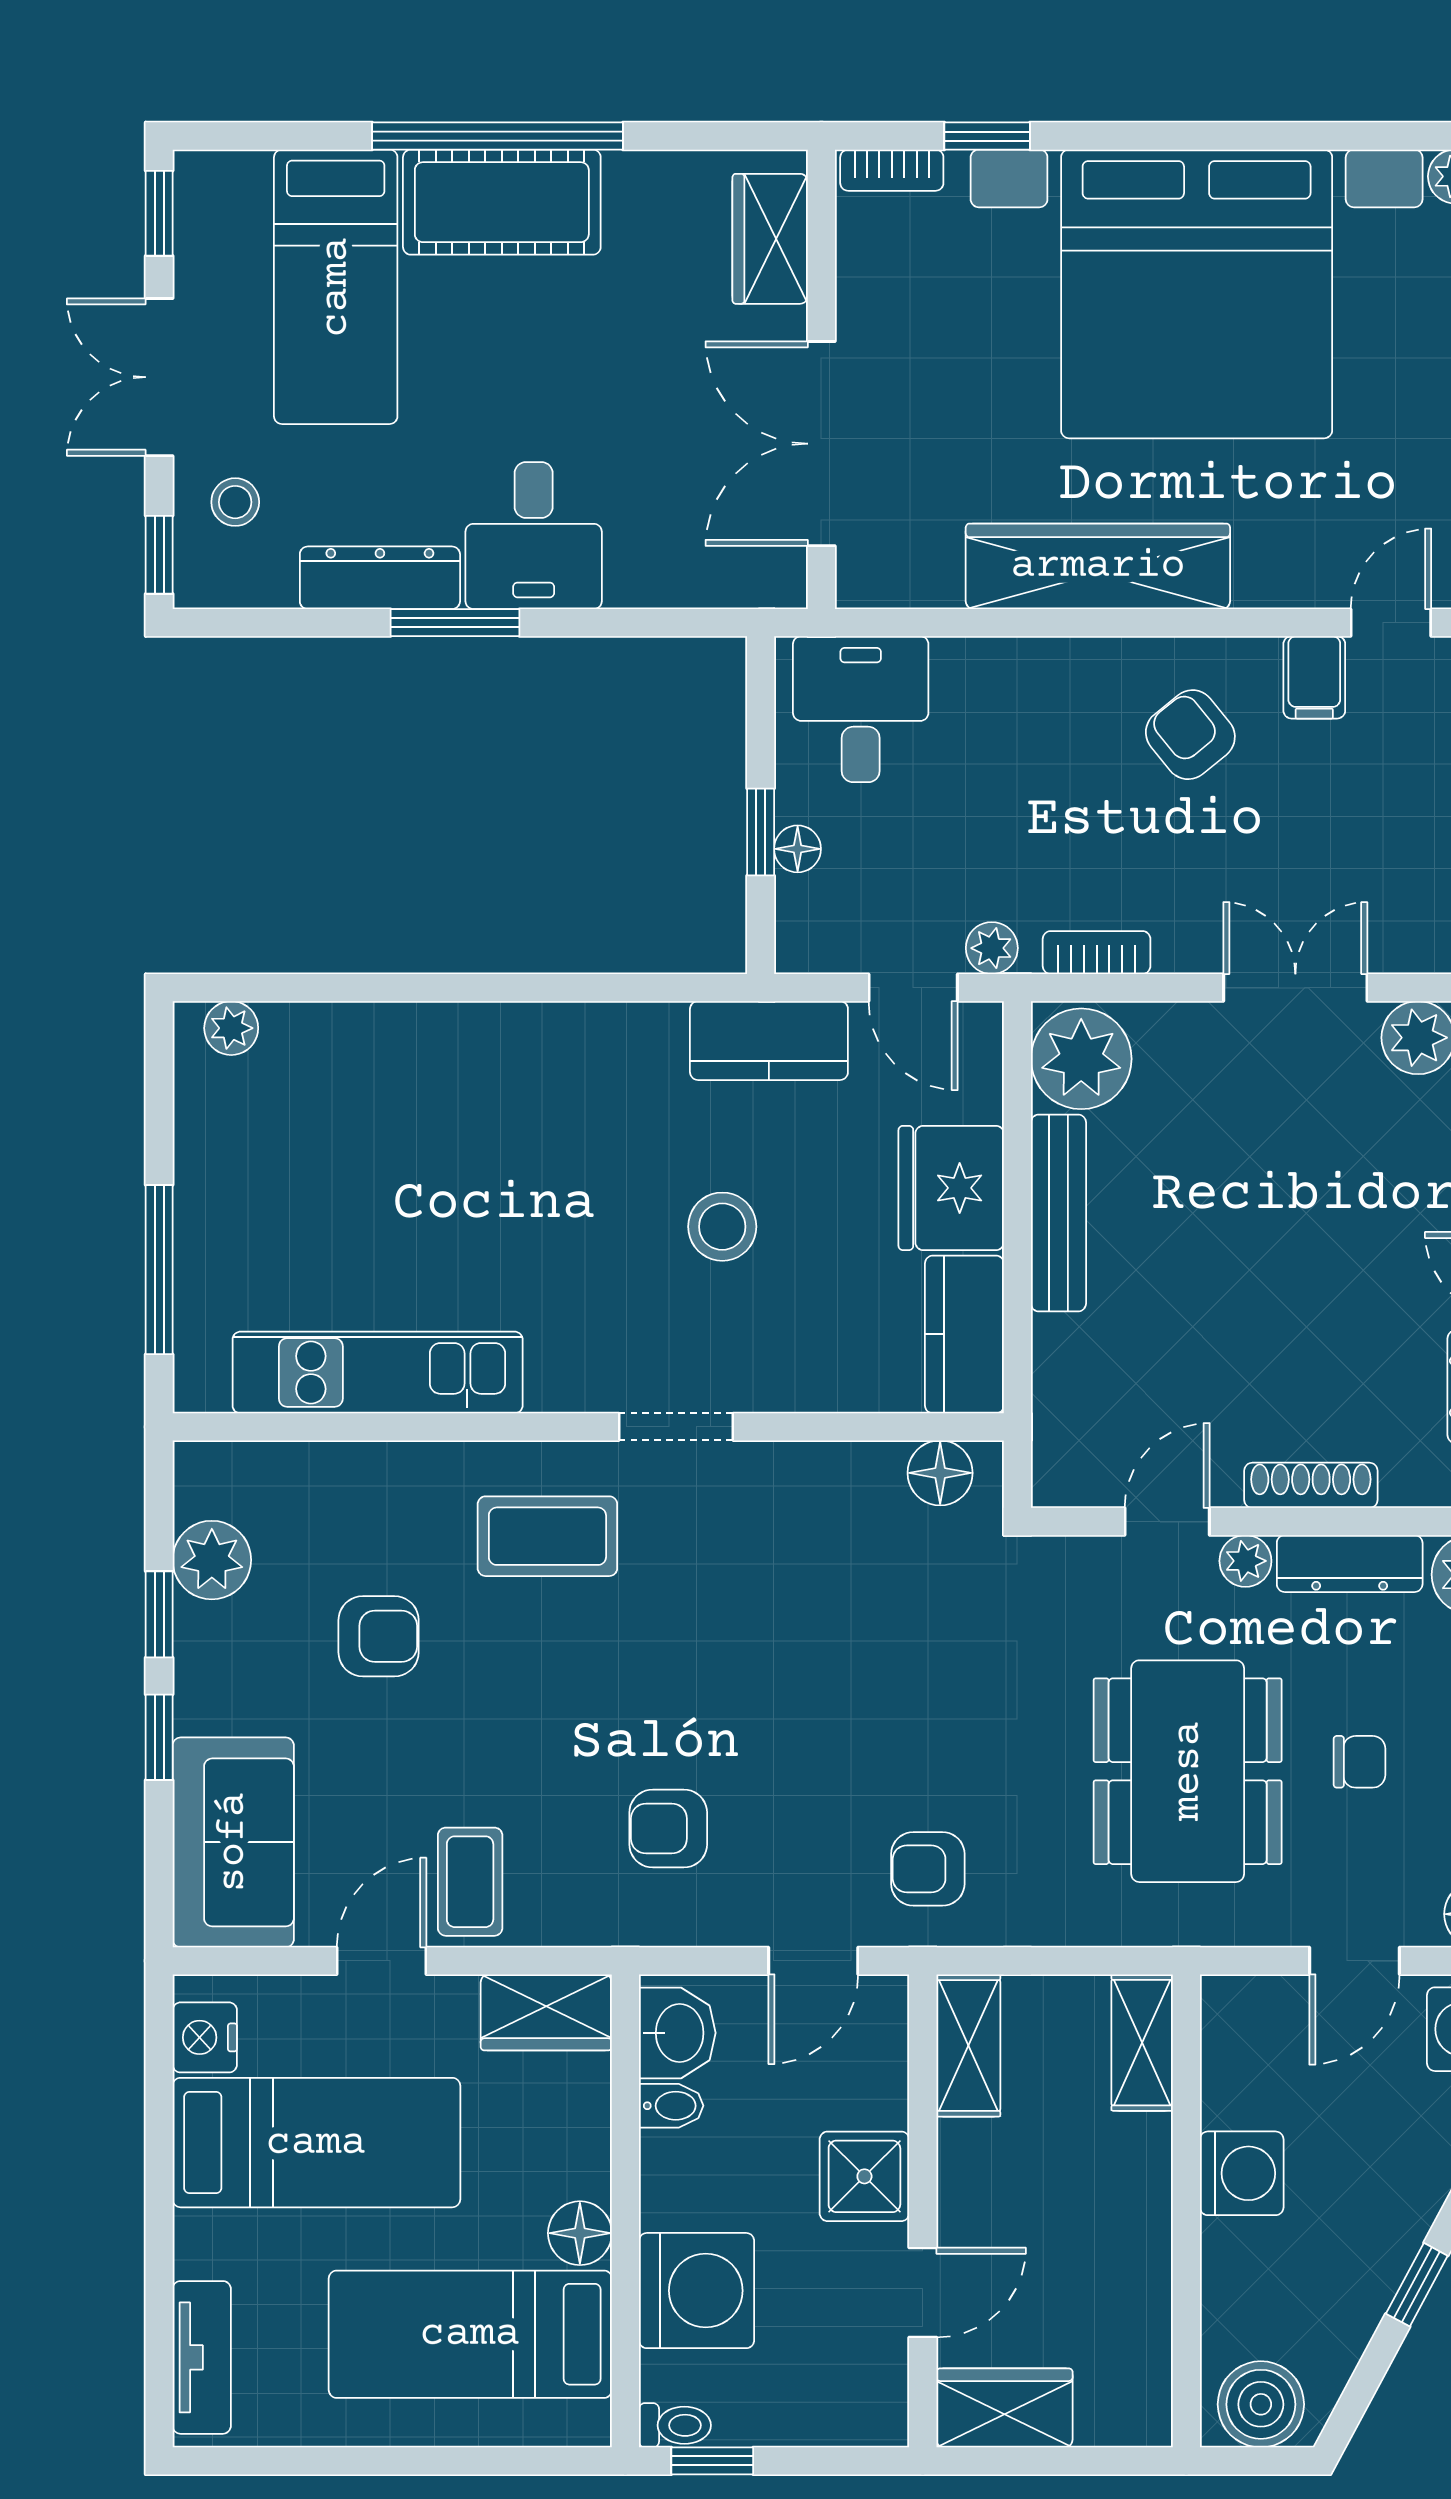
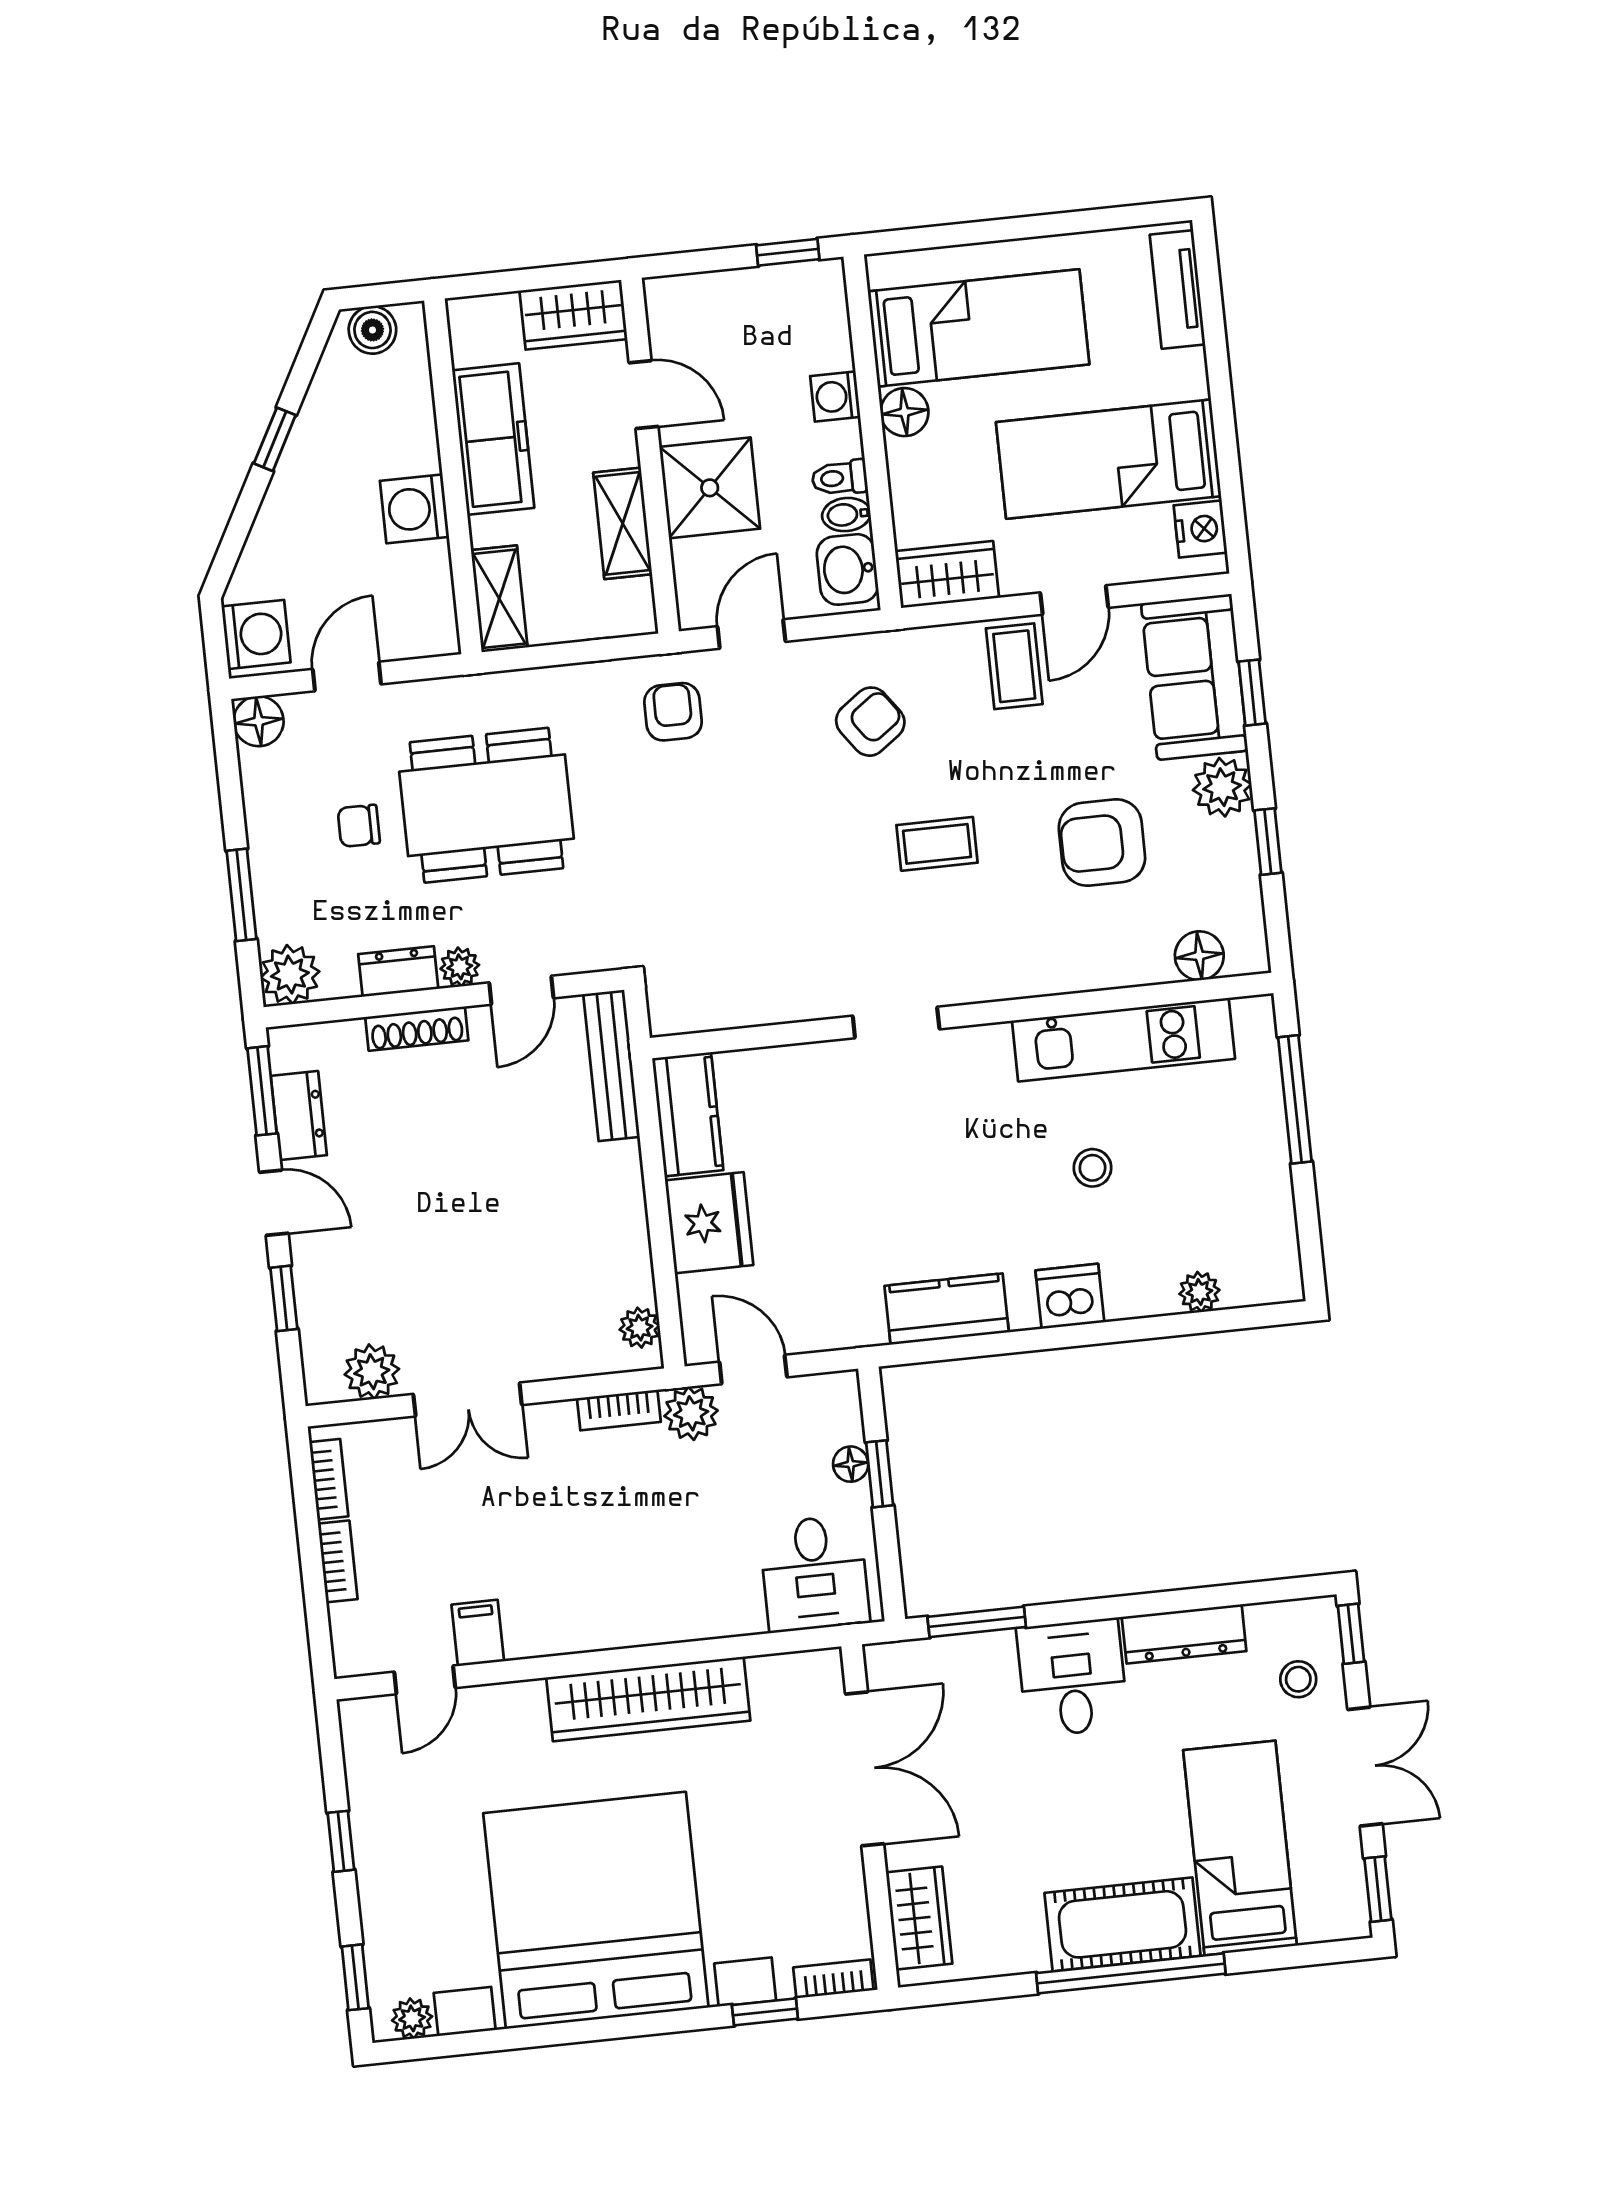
window: (455, 623) -> (977, 1622), moved
armchair: (1190, 735) -> (566, 1580), removed
plant: (992, 948) -> (691, 1413), width x1.38, depth x1.38
plant: (231, 1028) -> (1199, 1292), moved
dishwasher: (484, 1040) -> (1070, 1296), added
kitchen counter: (769, 1041) -> (947, 1309), moved
plant: (1081, 1059) -> (640, 1328), width x0.53, depth x0.53
bench: (1058, 1213) -> (611, 1065), moved
stool: (722, 1227) -> (1092, 1168), moved, width x0.73, depth x0.73
floor lamp: (940, 1473) -> (1199, 956), moved
coffee table: (547, 1536) -> (937, 844), moved, width x0.73, depth x0.77
plant: (212, 1560) -> (1222, 787), moved
dresser: (1350, 1564) -> (398, 971), width x0.70
armchair: (379, 1636) -> (1102, 843), width x1.38, depth x1.38
window: (159, 1737) -> (1252, 693), moved
dining table: (1188, 1771) -> (486, 805), turned 90
armchair: (668, 1829) -> (870, 722), turned -36
armchair: (928, 1869) -> (673, 712), turned -90
shelving: (968, 2045) -> (623, 523), moved
shower: (864, 2176) -> (710, 488), width x1.36, depth x1.36
freezer: (1128, 2255) -> (493, 439), added
washing machine: (697, 2291) -> (835, 396), width x0.53, depth x0.53
door: (923, 2293) -> (644, 395), swing flipped
boiler: (1261, 2404) -> (372, 330), width x0.73, depth x0.73
toilet: (675, 2425) -> (840, 478), moved

